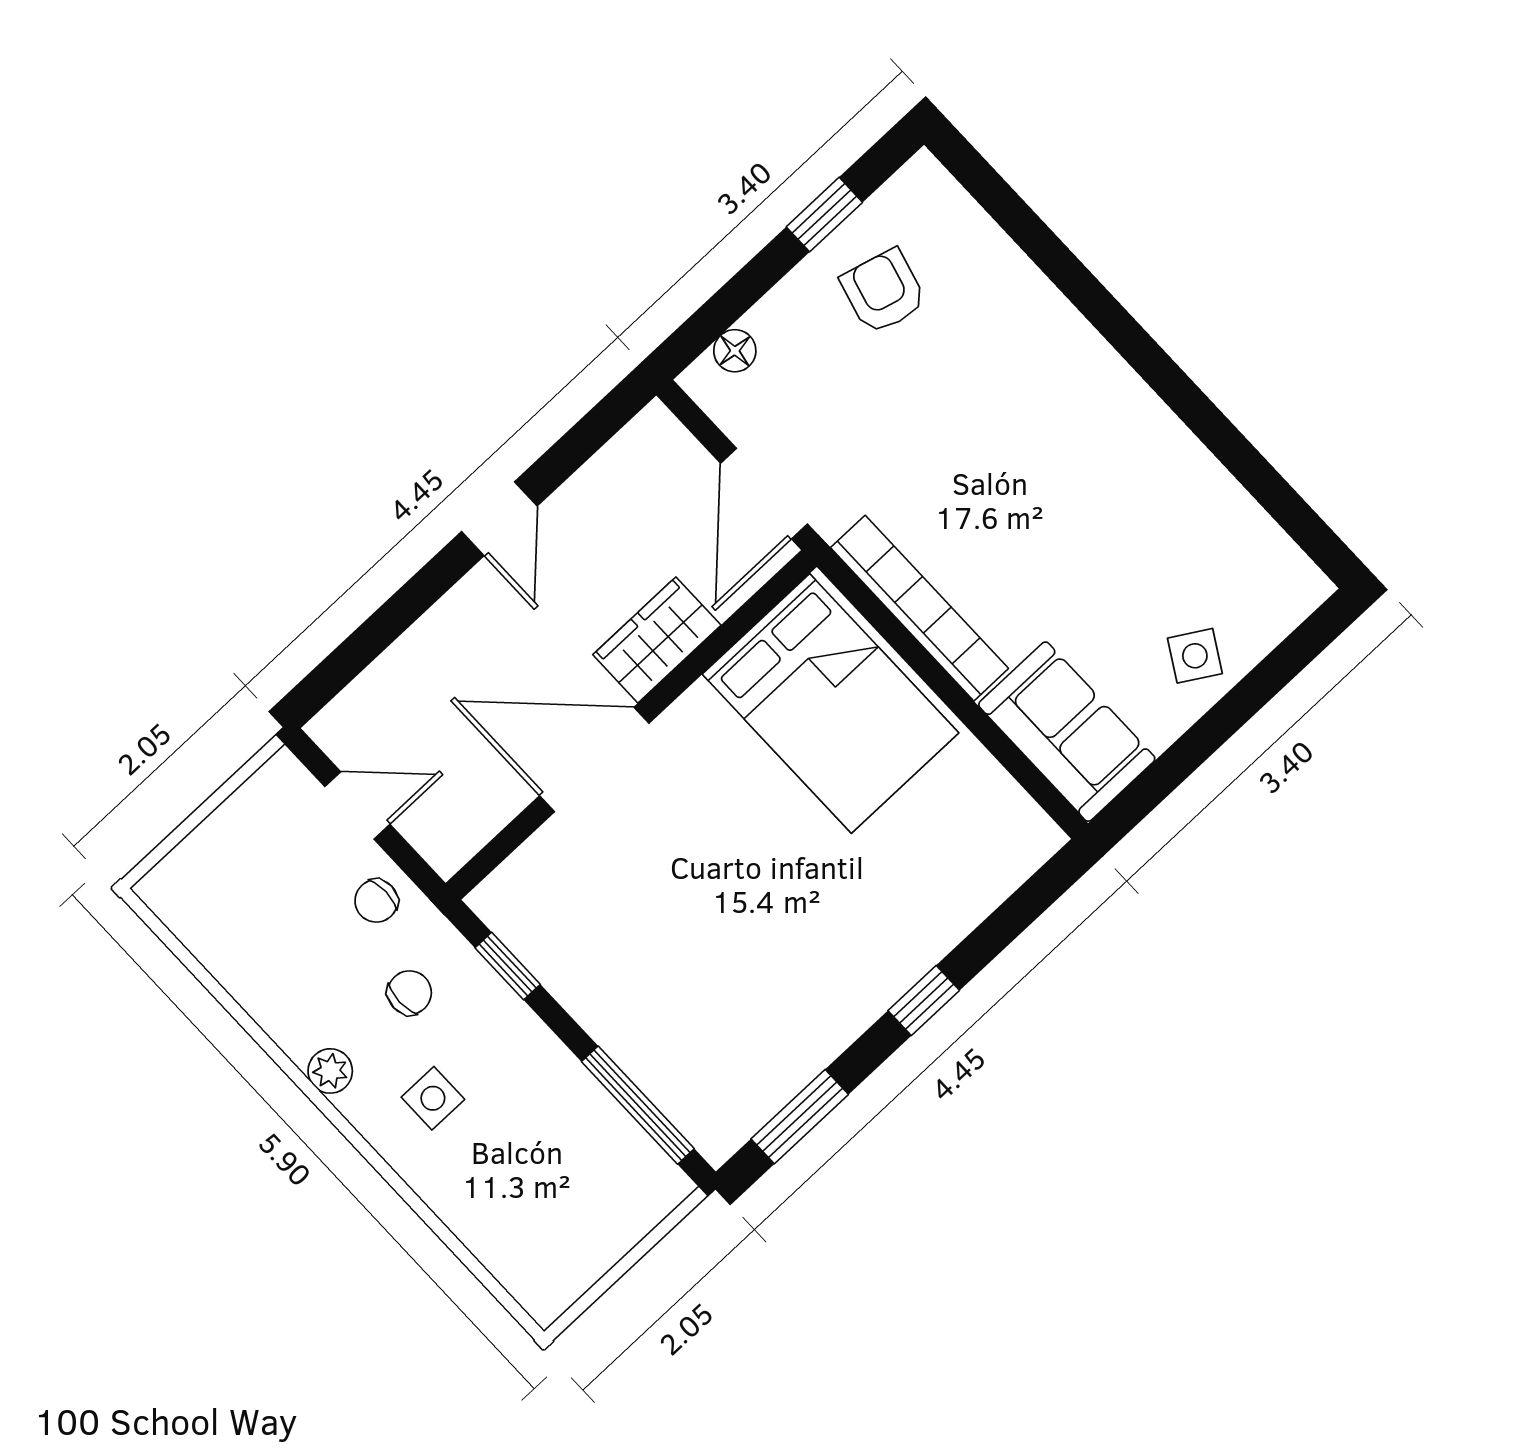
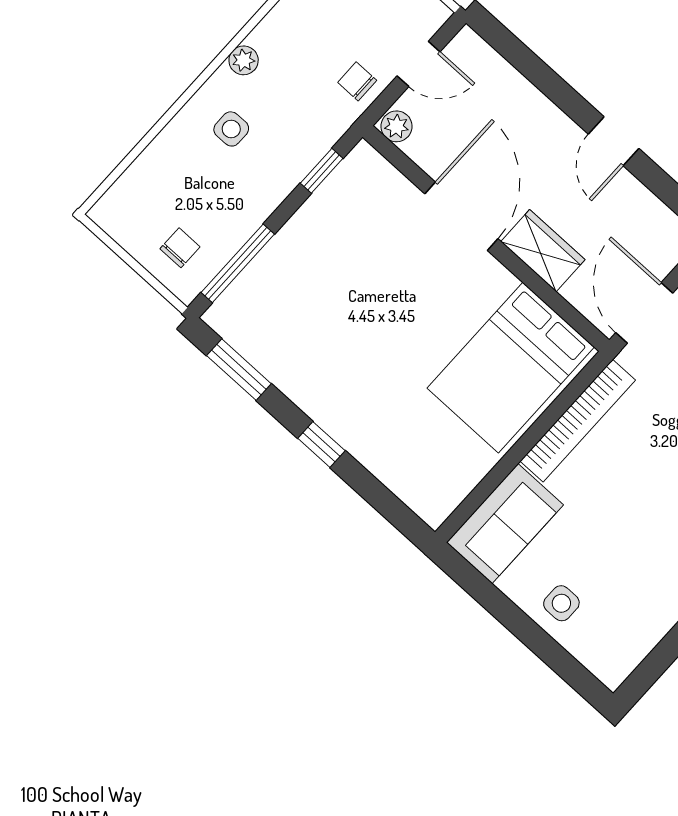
door: (764, 494) -> (644, 313), hinge flipped
door: (499, 519) -> (614, 141), hinge flipped
side table: (1195, 656) -> (561, 603), turned -31
door: (357, 805) -> (419, 64), hinge flipped
plant: (450, 847) -> (396, 126), added
chair: (409, 993) -> (180, 248), moved, turned -90

